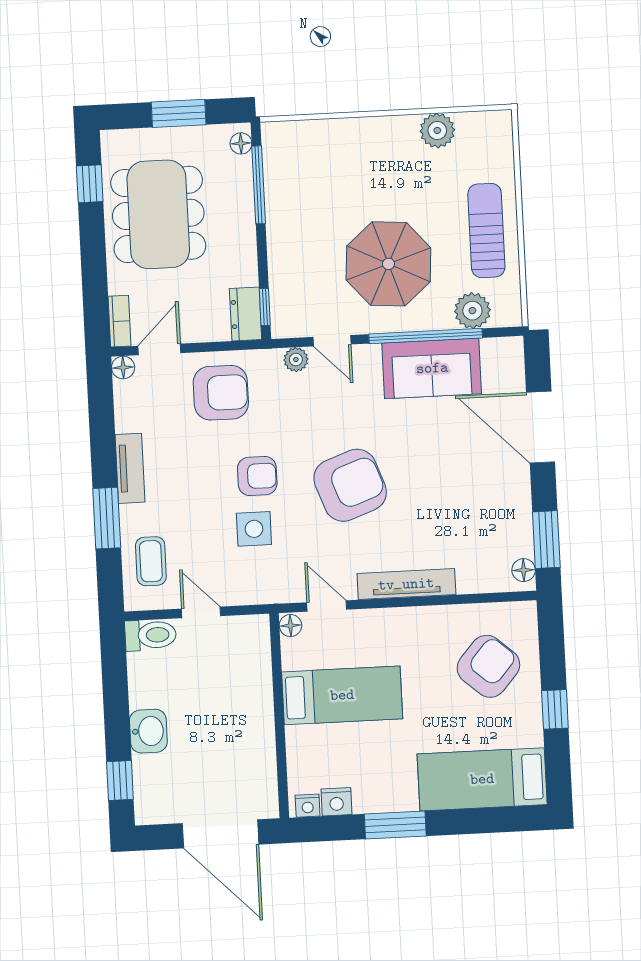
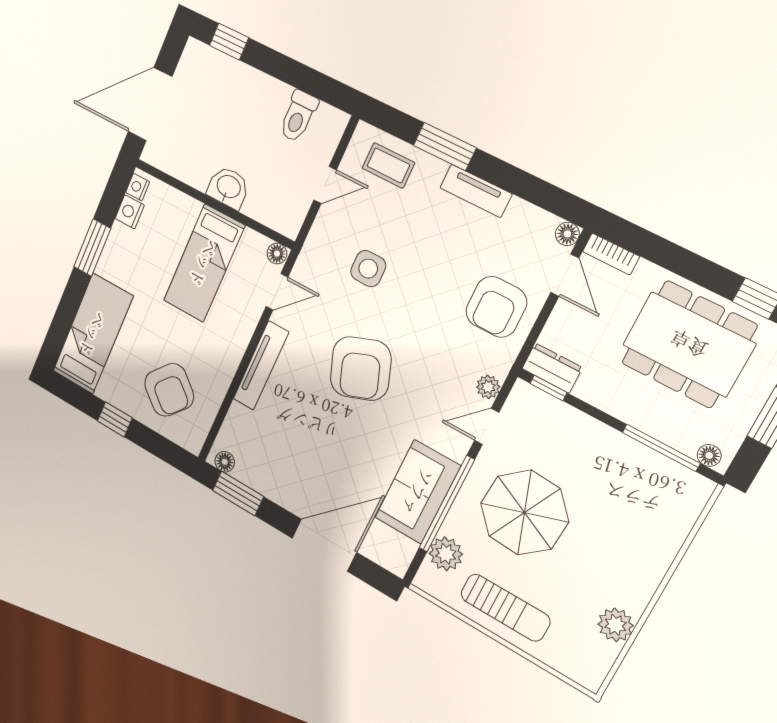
armchair: (257, 476) -> (410, 297), removed
toilet: (151, 635) -> (298, 116), moved
washbasin: (148, 731) -> (228, 187), moved, turned 180

